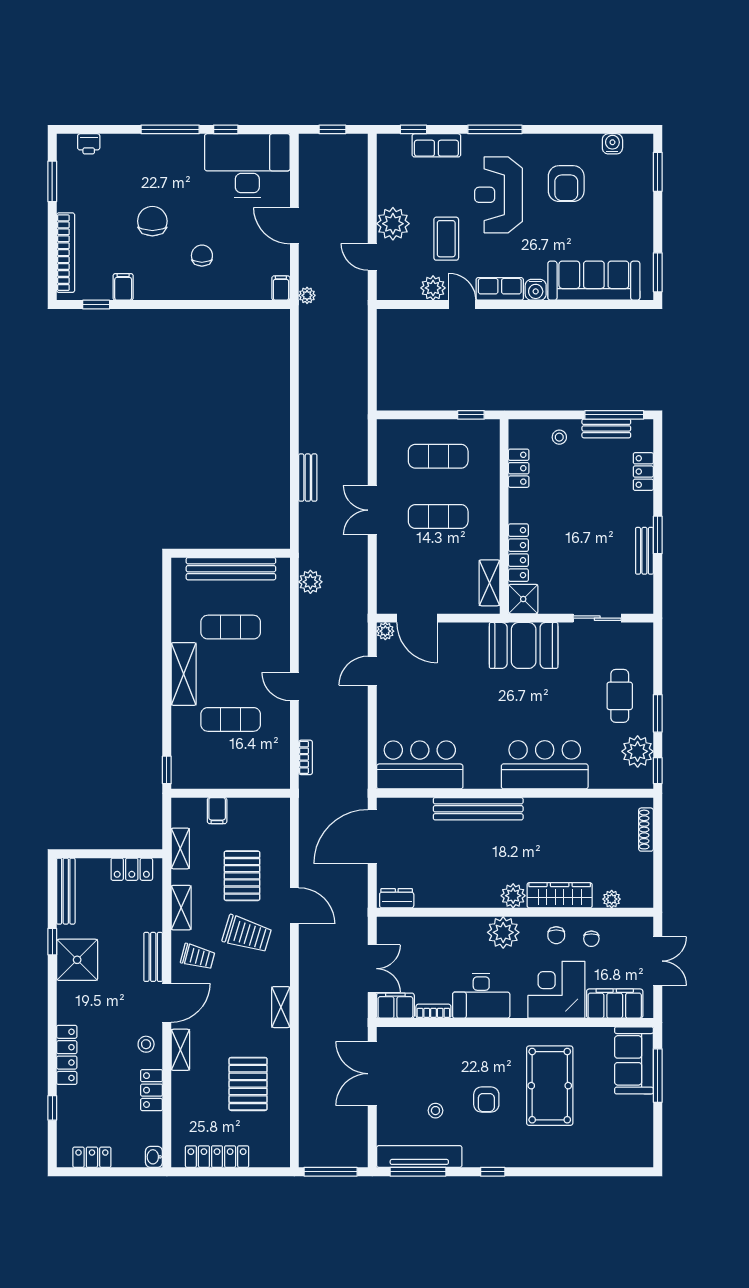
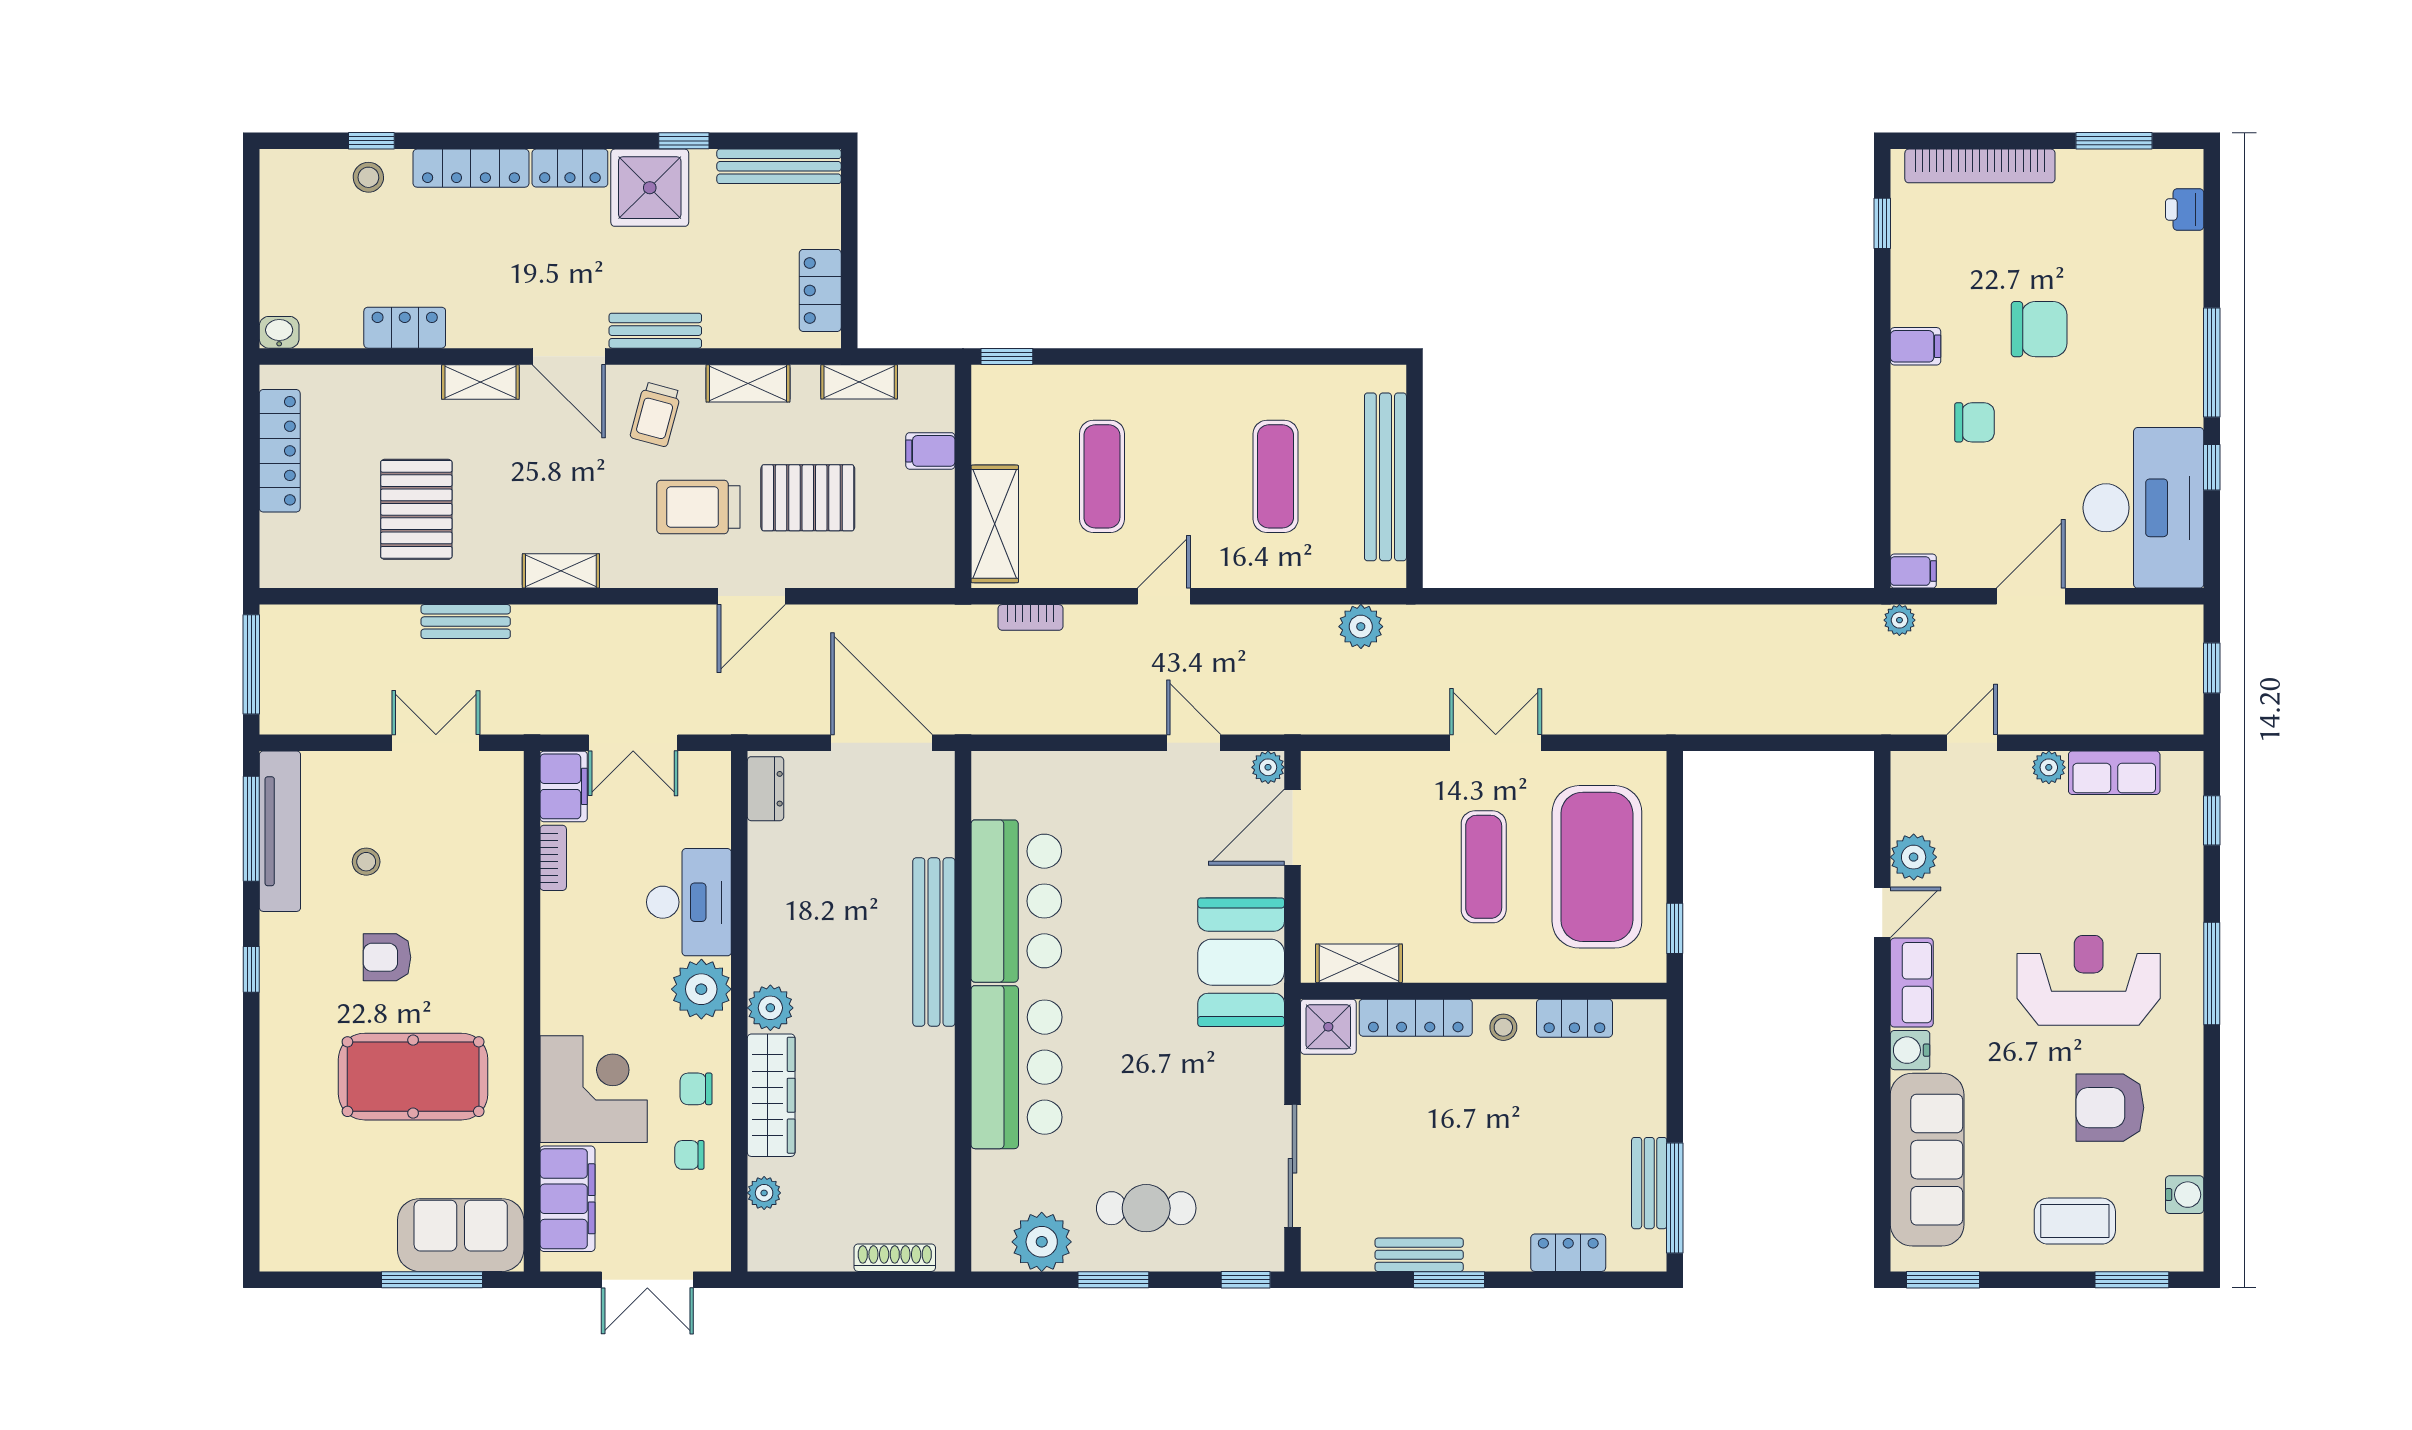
row of seats: (436, 145) -> (2114, 773), moved, turned -90
plant: (393, 224) -> (2049, 767), width x0.53, depth x0.53
coffee table: (446, 239) -> (2075, 1221), moved
filing cabinet: (123, 287) -> (1916, 346), moved
stool: (559, 437) -> (1503, 1027), moved
exercise mat: (438, 456) -> (1597, 867), width x2.00, depth x1.45
bench: (308, 478) -> (466, 622), moved
sliding door: (597, 618) -> (1292, 1166), width x1.37
booth: (524, 645) -> (1241, 962), moved
shelving: (184, 674) -> (995, 524), moved, turned 90
bar counter: (420, 765) -> (1016, 901), moved
window: (658, 771) -> (1246, 1280), moved
trolley: (247, 934) -> (698, 507), turned 73
desk: (481, 996) -> (689, 902), moved, turned 180
stool: (146, 1044) -> (368, 177), moved
double door: (372, 1074) -> (436, 743), width x0.73
pallet: (248, 1084) -> (416, 509), turned 90
locker: (92, 1157) -> (570, 168), moved, turned 90

